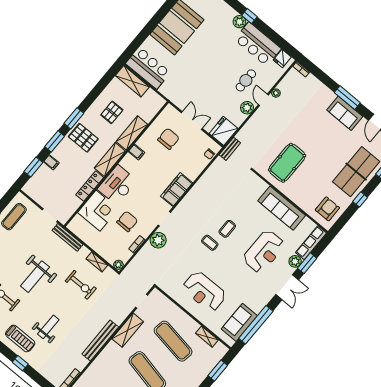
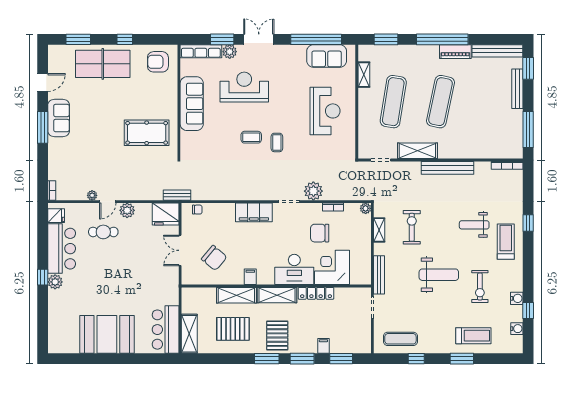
pallet: (112, 112) -> (233, 329), width x1.50, depth x1.42
chair: (168, 139) -> (214, 258), turned -140

